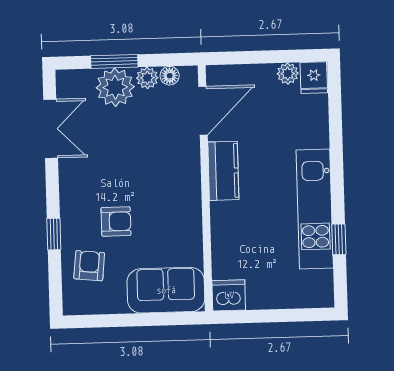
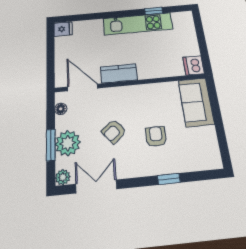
plant: (288, 74) -> (60, 42), removed
plant: (147, 78) -> (63, 177), moved
armchair: (89, 266) -> (114, 131), moved, turned -45

